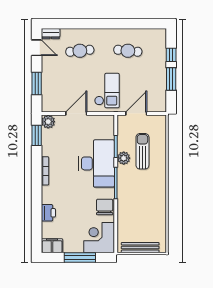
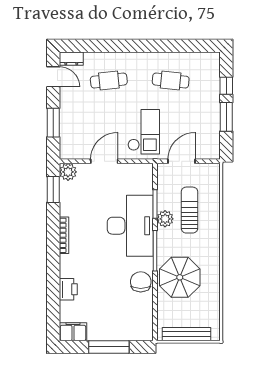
parasol: (135, 203) -> (180, 277), added
corner desk: (99, 238) -> (134, 321), removed

